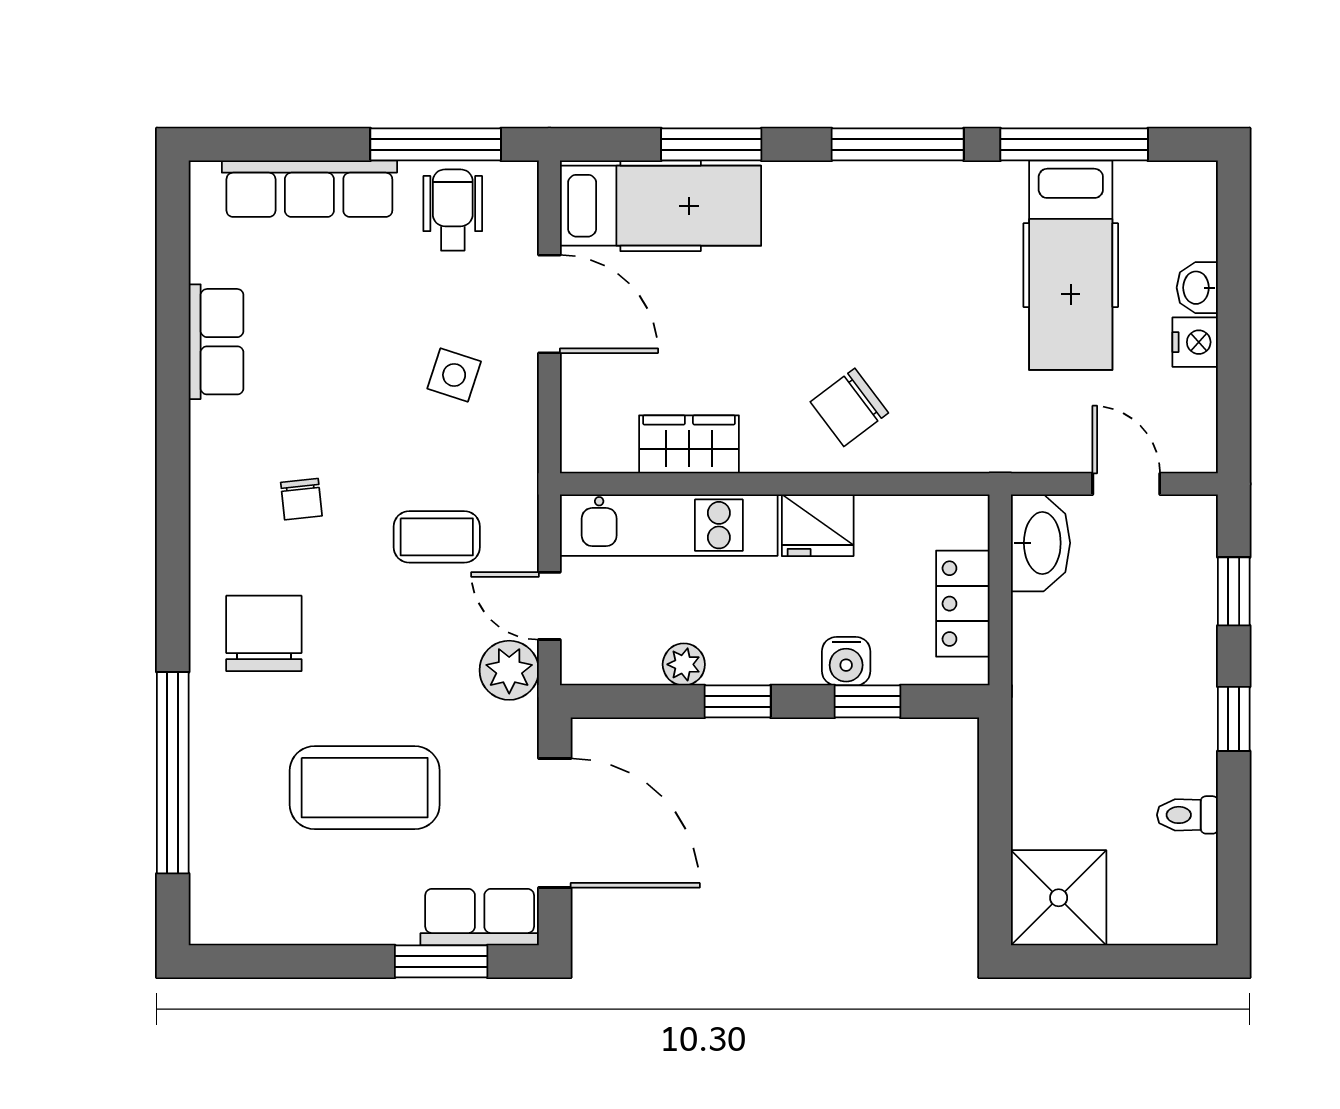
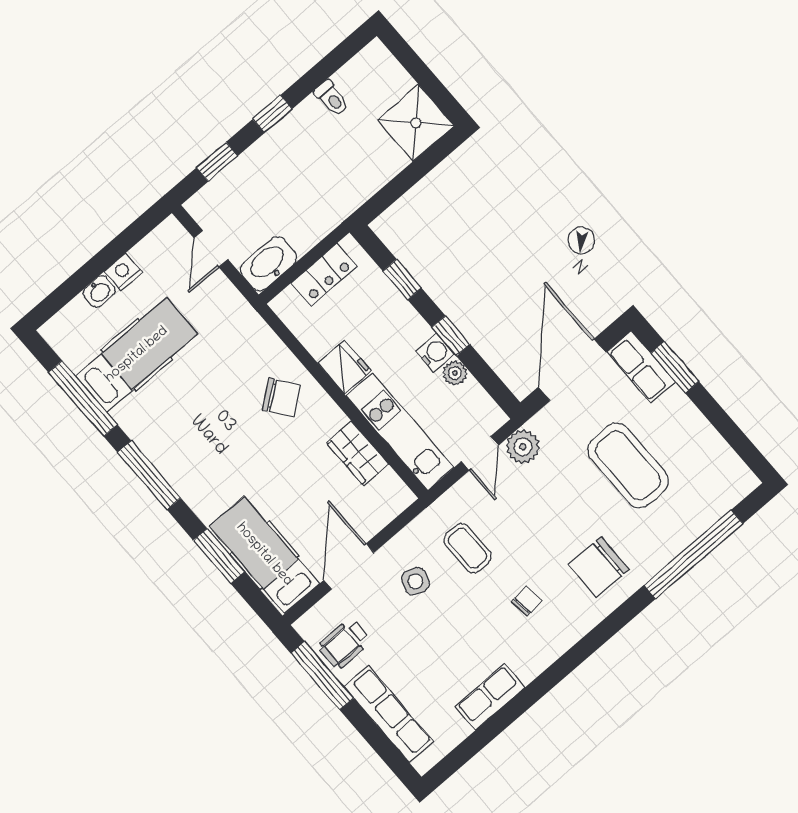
coffee table: (437, 537) -> (468, 548), moved
water cooler: (846, 661) -> (435, 353), moved

